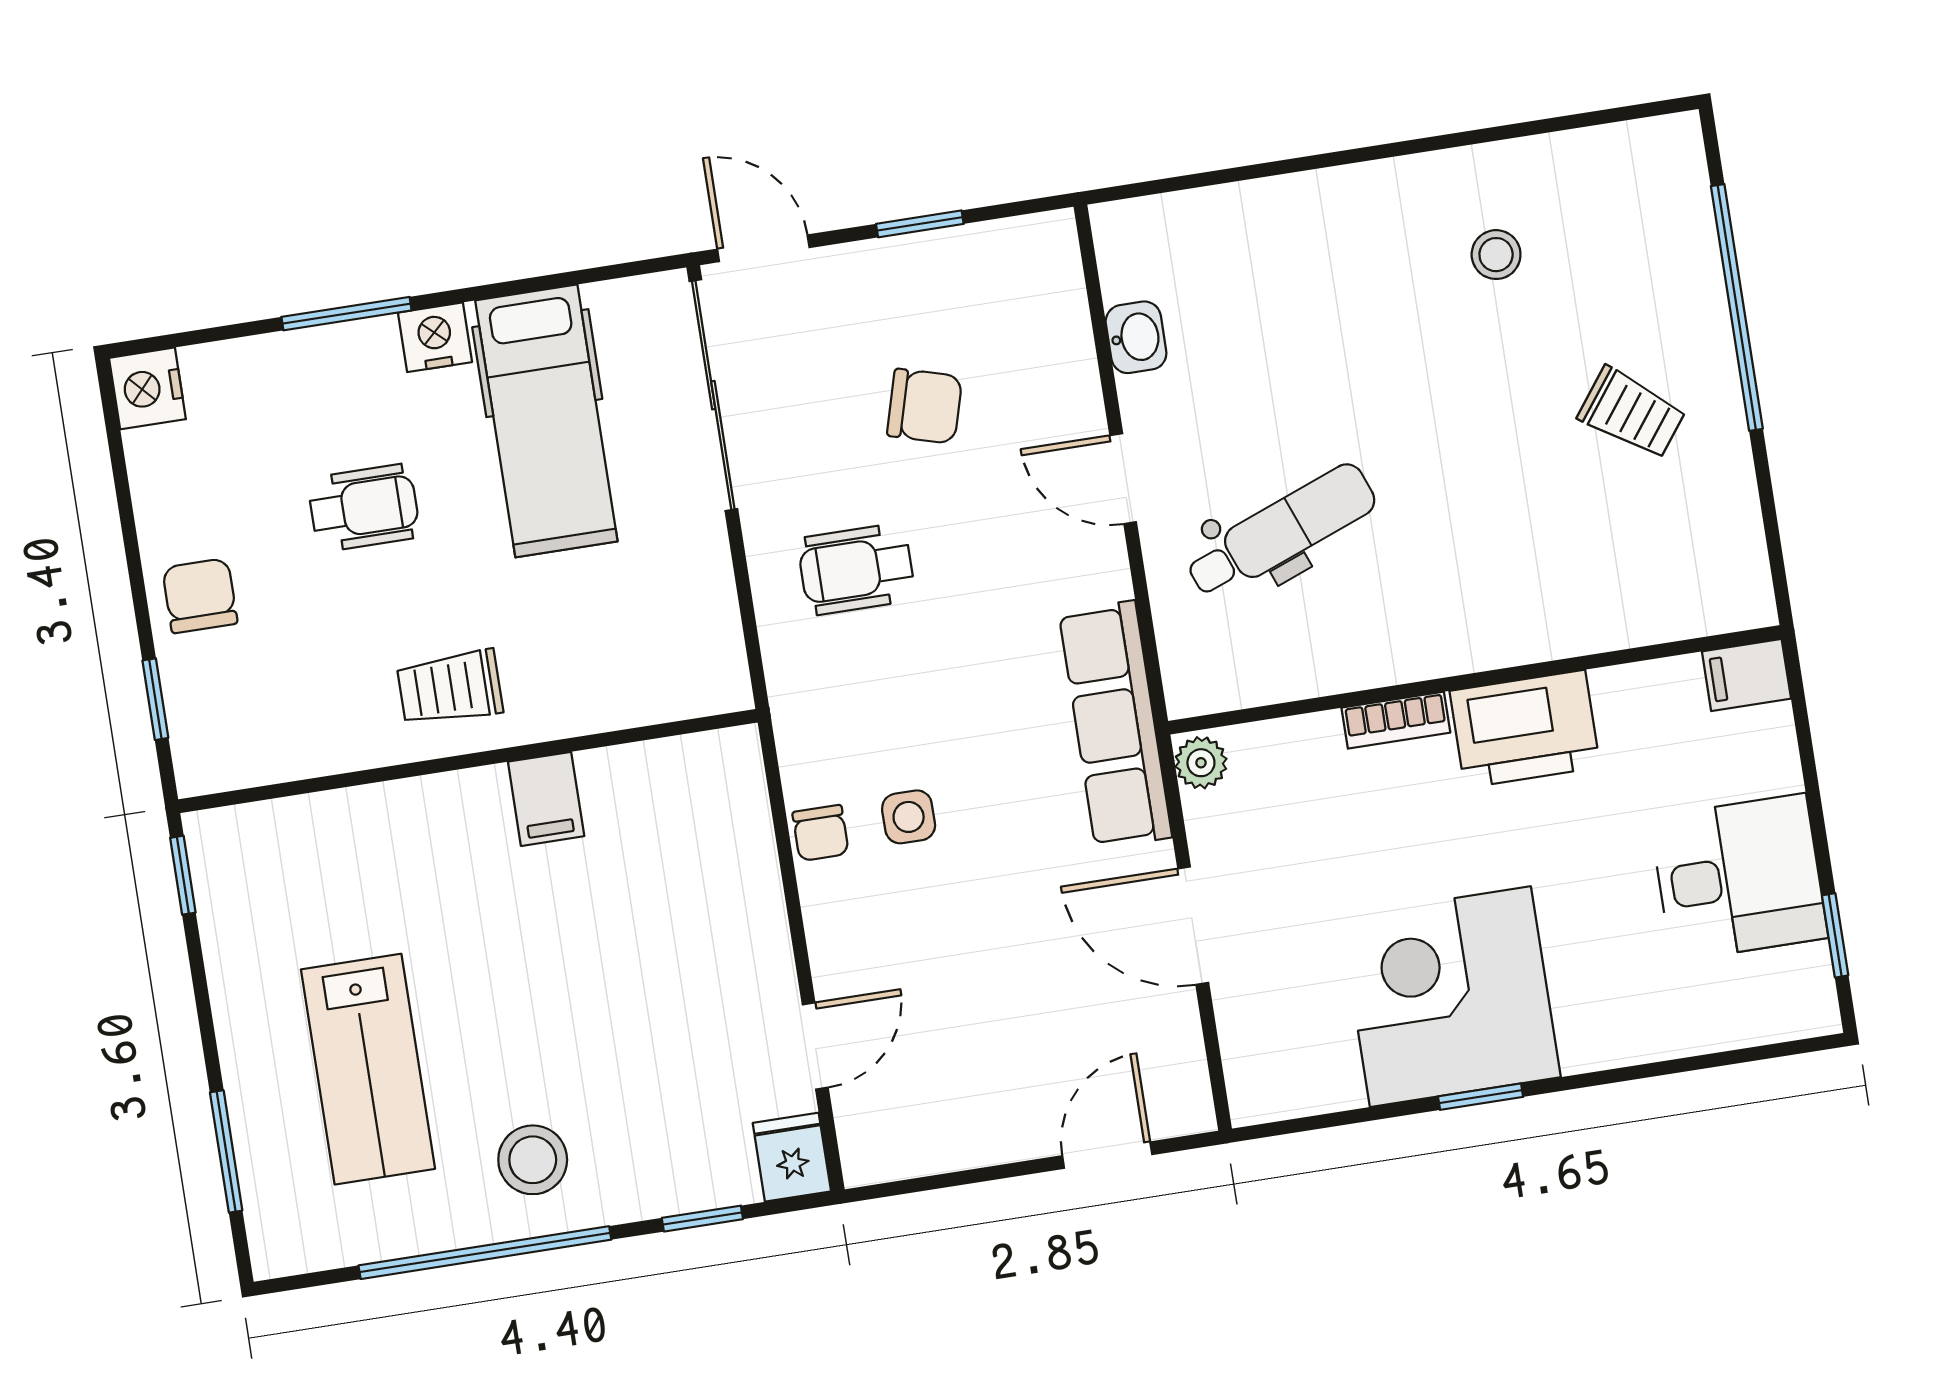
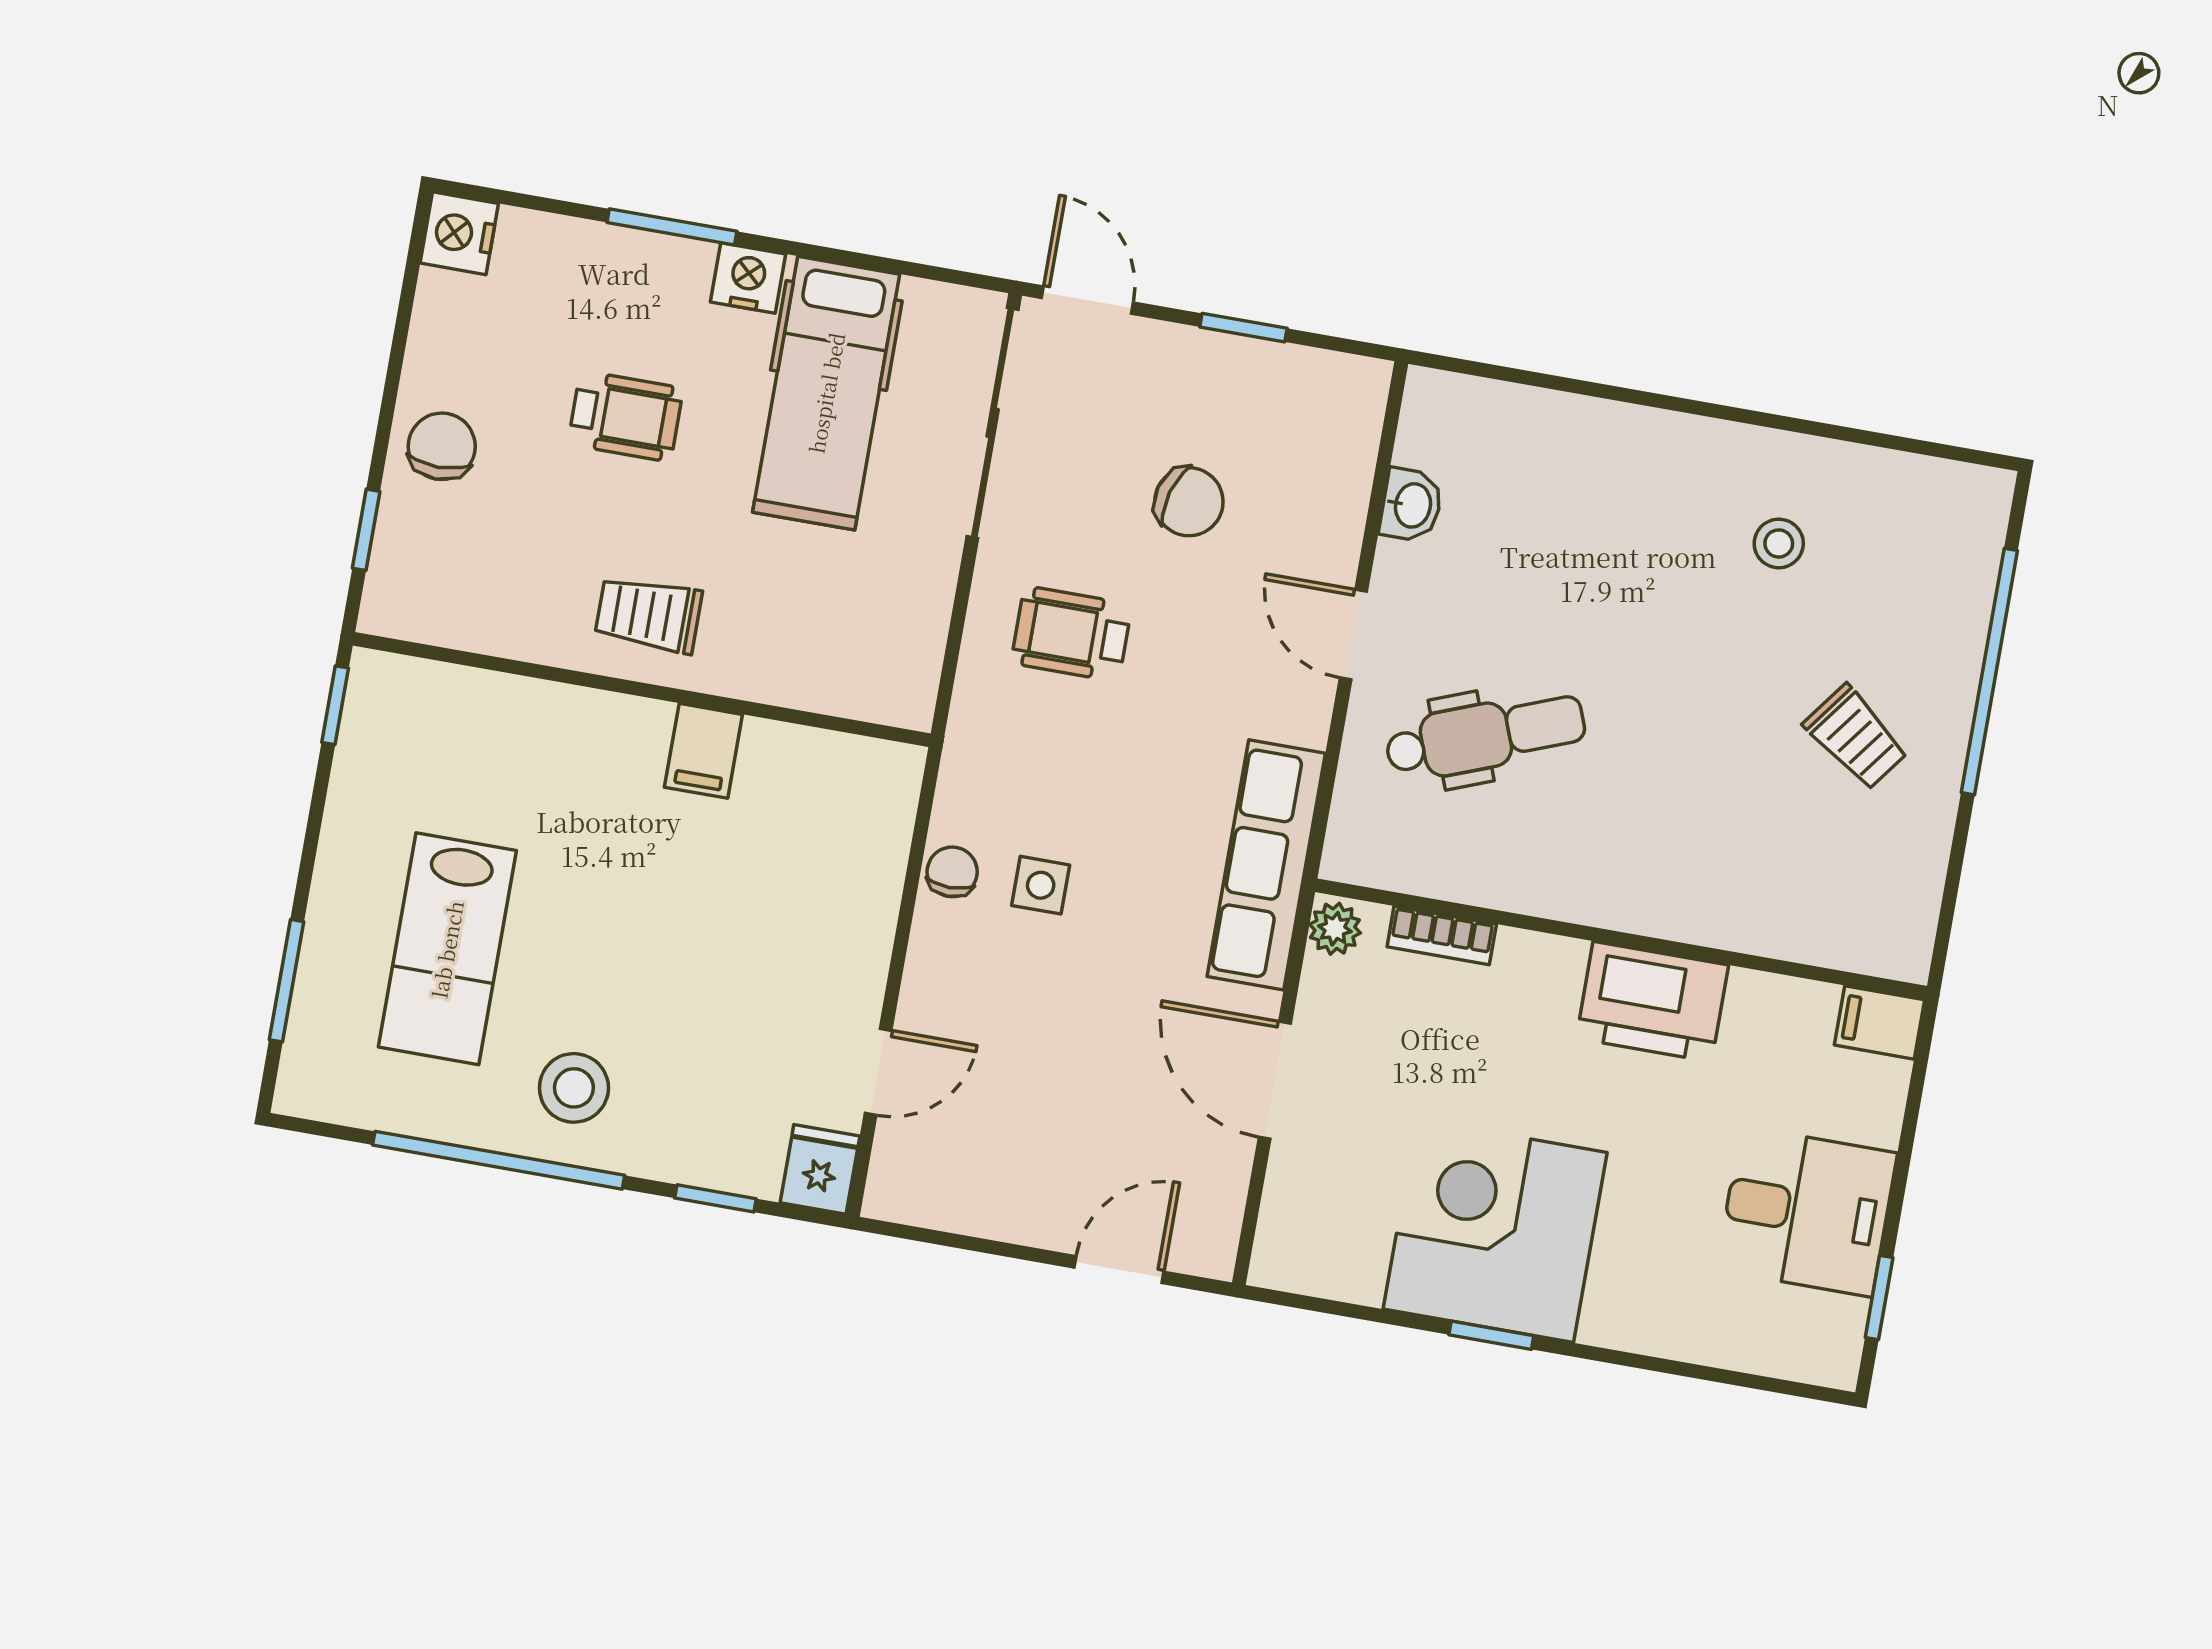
bookcase: (1396, 720) -> (1442, 935), moved
chair: (821, 833) -> (952, 872), turned 180

